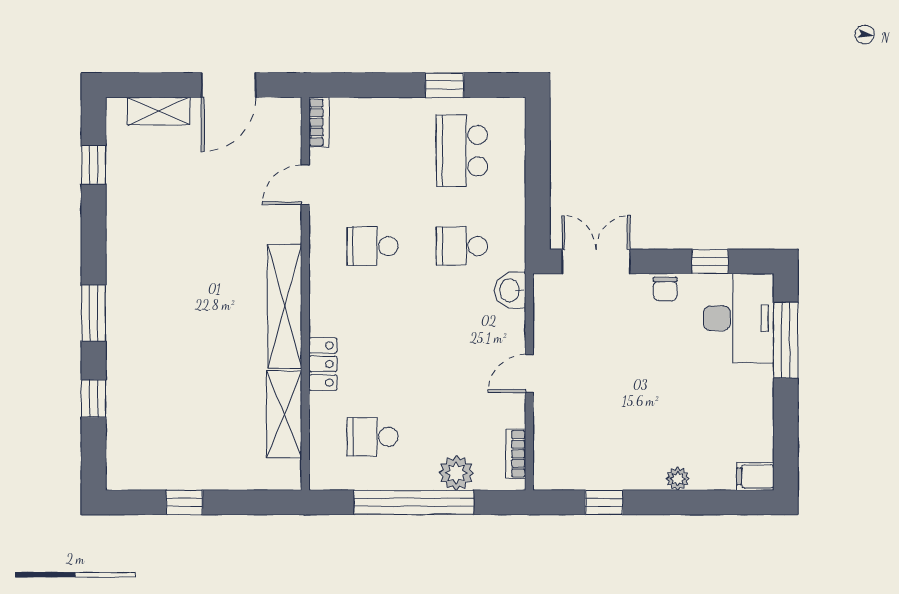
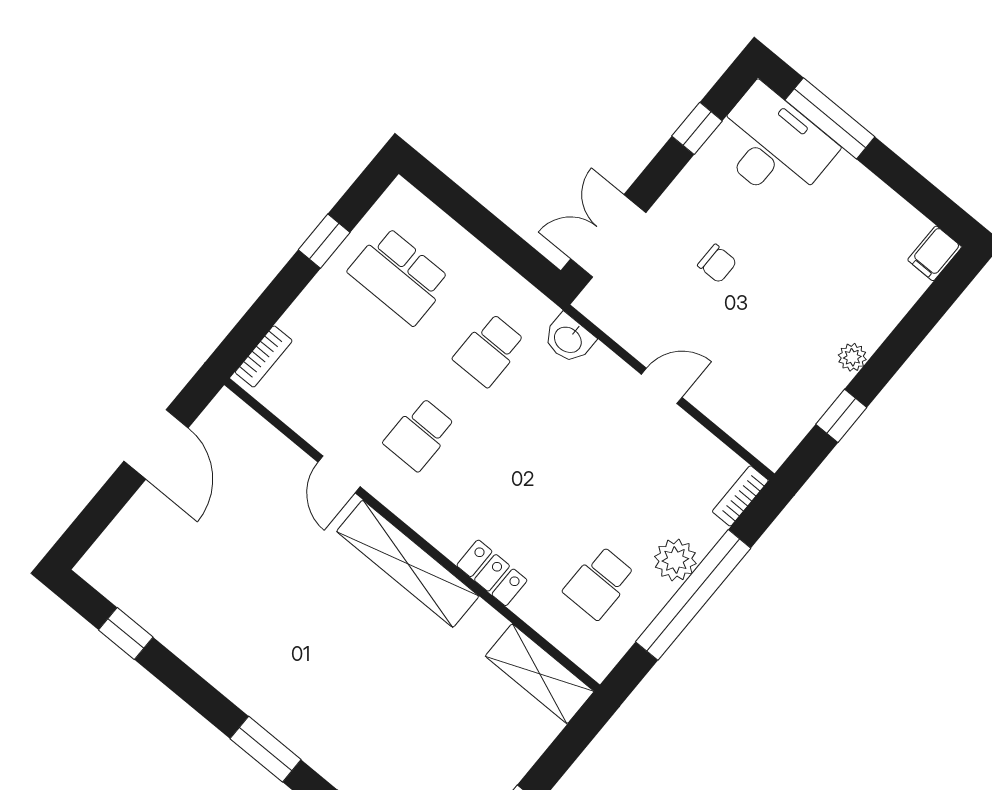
shelving: (159, 111) -> (126, 530), removed
bookcase: (319, 122) -> (264, 356), moved, turned 90
door: (305, 185) -> (339, 474), moved
chair: (665, 289) -> (717, 264), moved
door: (529, 373) -> (662, 386), swing flipped
shelving: (284, 414) -> (540, 674), moved
bookcase: (516, 454) -> (740, 496), moved, turned 90
plant: (456, 473) -> (675, 560), moved
plant: (678, 479) -> (852, 357), moved

